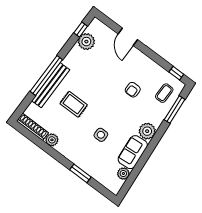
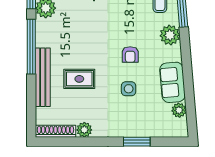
window: (46, 75) -> (31, 47), moved
armchair: (133, 90) -> (130, 55), moved
plant: (147, 131) -> (170, 35), moved

